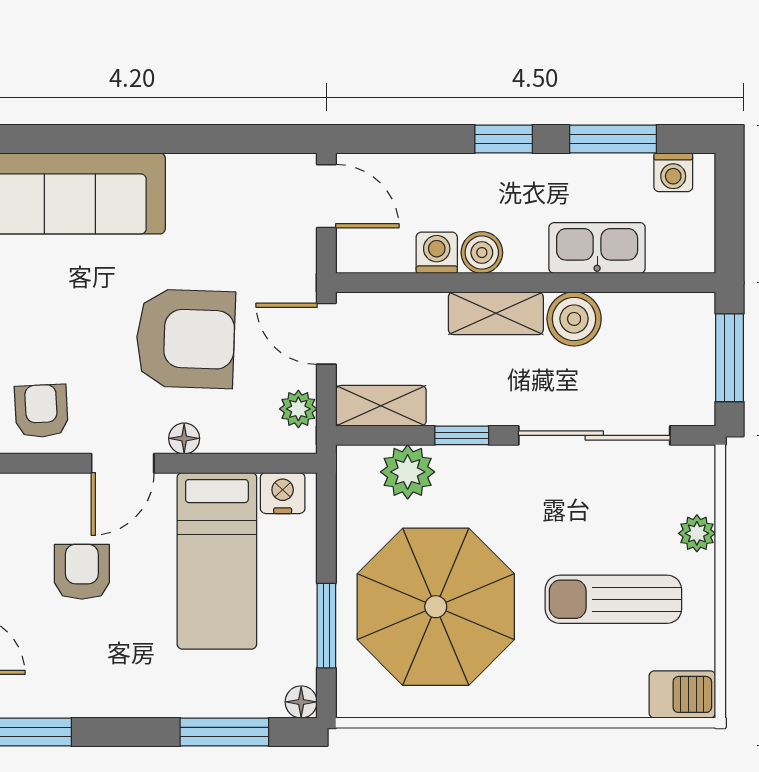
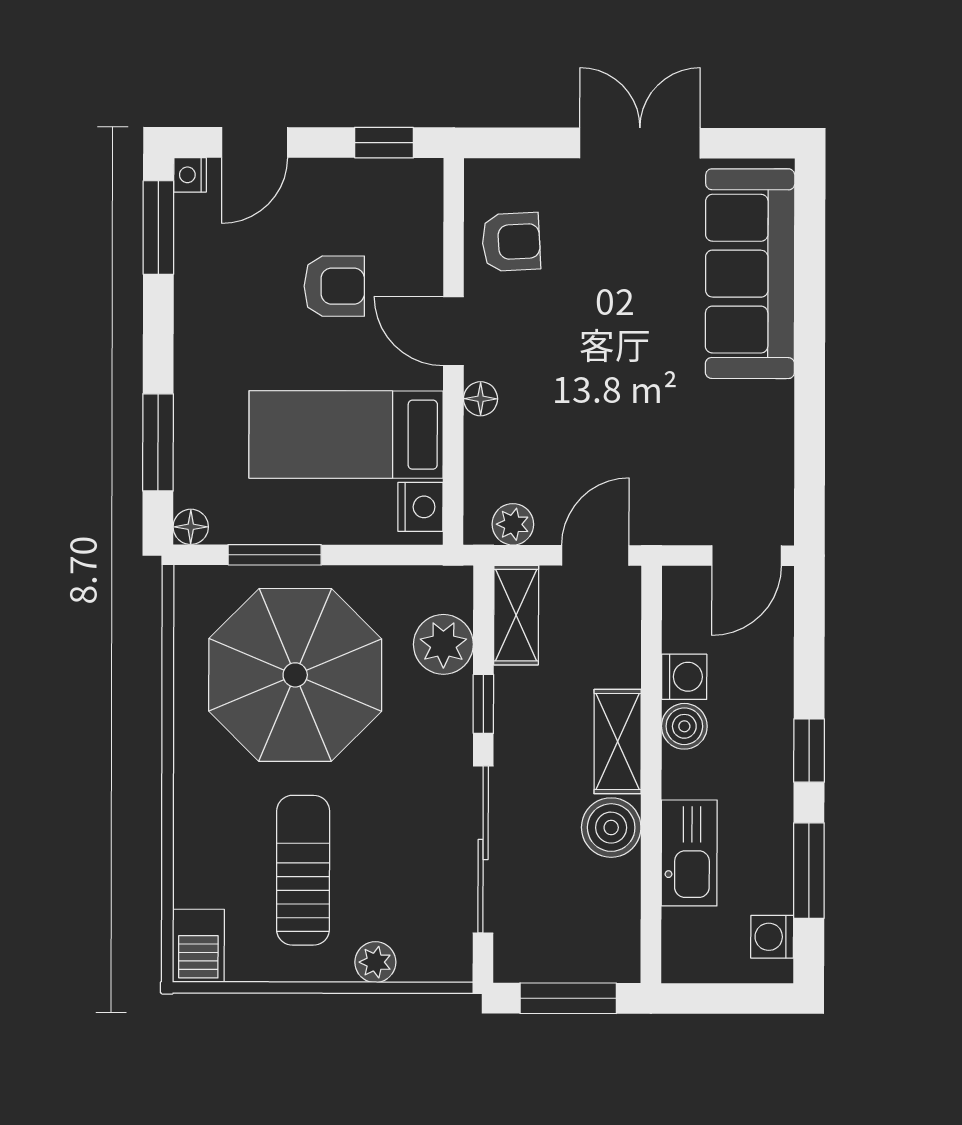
armchair: (186, 339) -> (590, 400), removed

